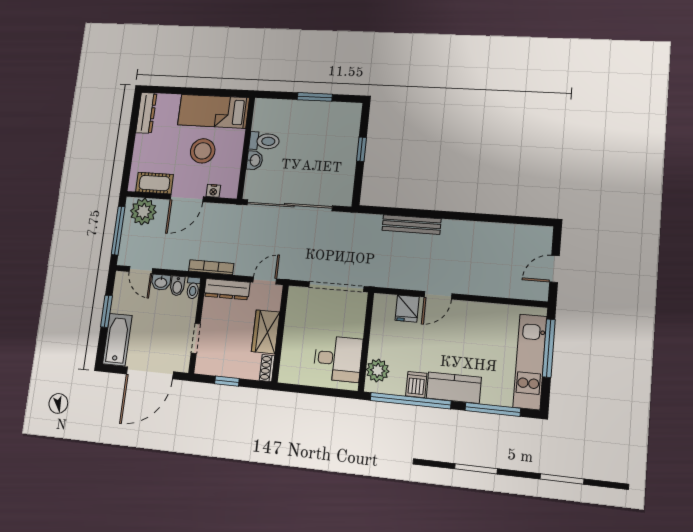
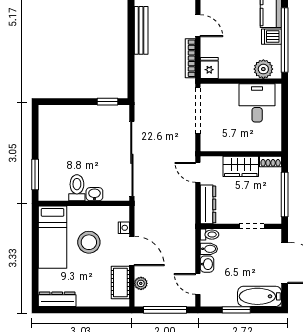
window: (315, 97) -> (35, 175), moved
window: (361, 149) -> (107, 102), moved
plant: (143, 212) -> (141, 283), width x0.53, depth x0.53
bench: (411, 225) -> (141, 30), moved
bookcase: (211, 267) -> (190, 58), moved
door: (141, 270) -> (198, 284), swing flipped
fridge: (407, 309) -> (209, 68), moved, turned -90
window: (227, 381) -> (285, 195), width x2.17

